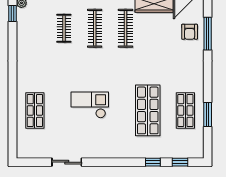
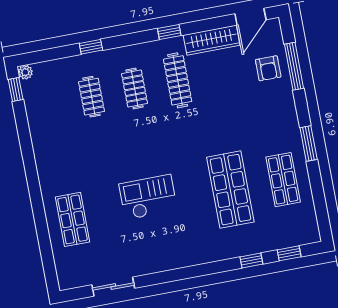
clothes rail: (95, 28) -> (135, 88), width x0.73
window: (208, 115) -> (309, 143), moved
sliding door: (67, 162) -> (113, 287), moved

